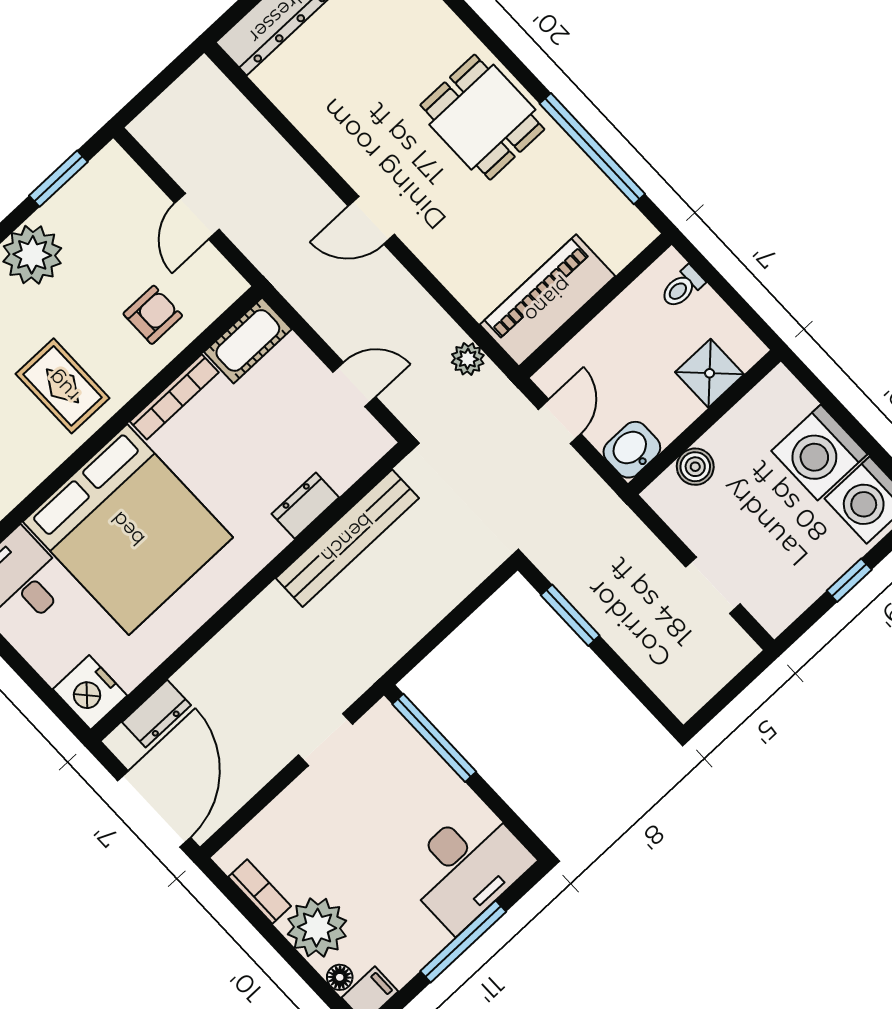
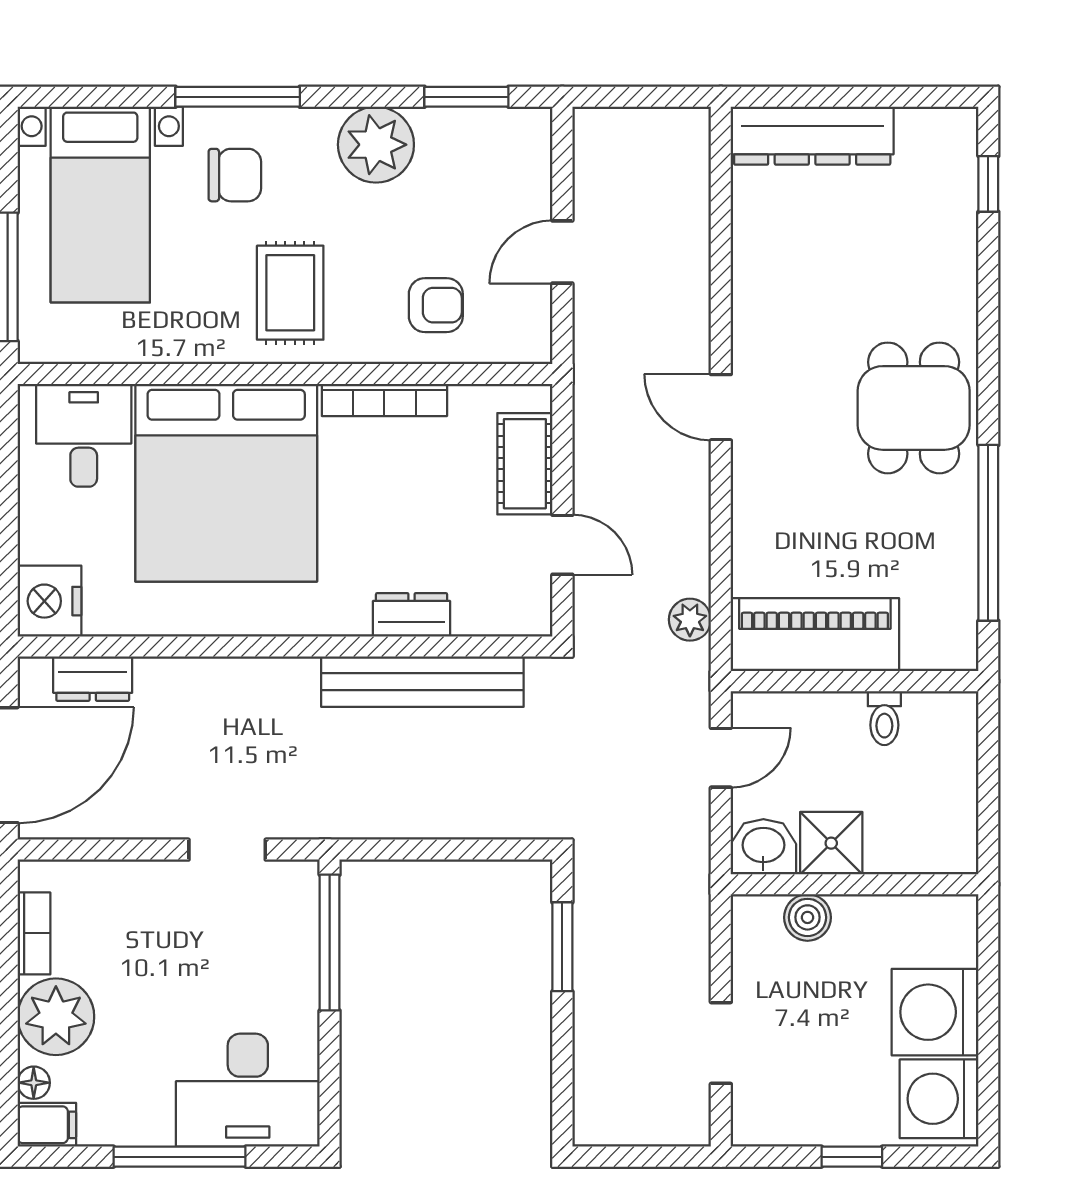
toilet: (682, 287) -> (884, 718), moved, turned -90
cot: (248, 340) -> (525, 464), moved, turned 90
shower: (710, 373) -> (831, 843), moved

